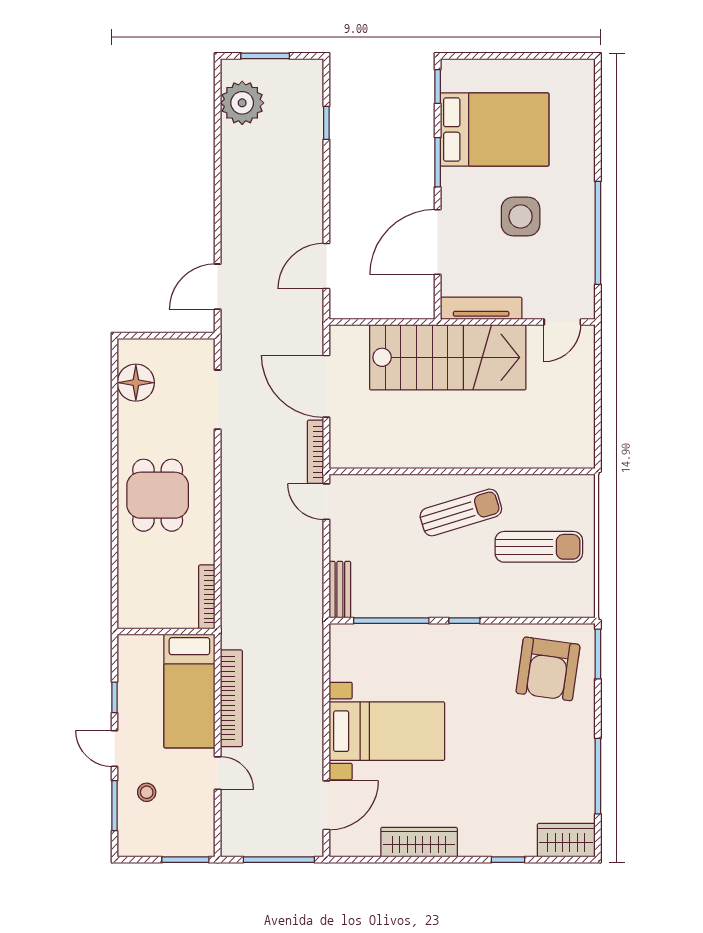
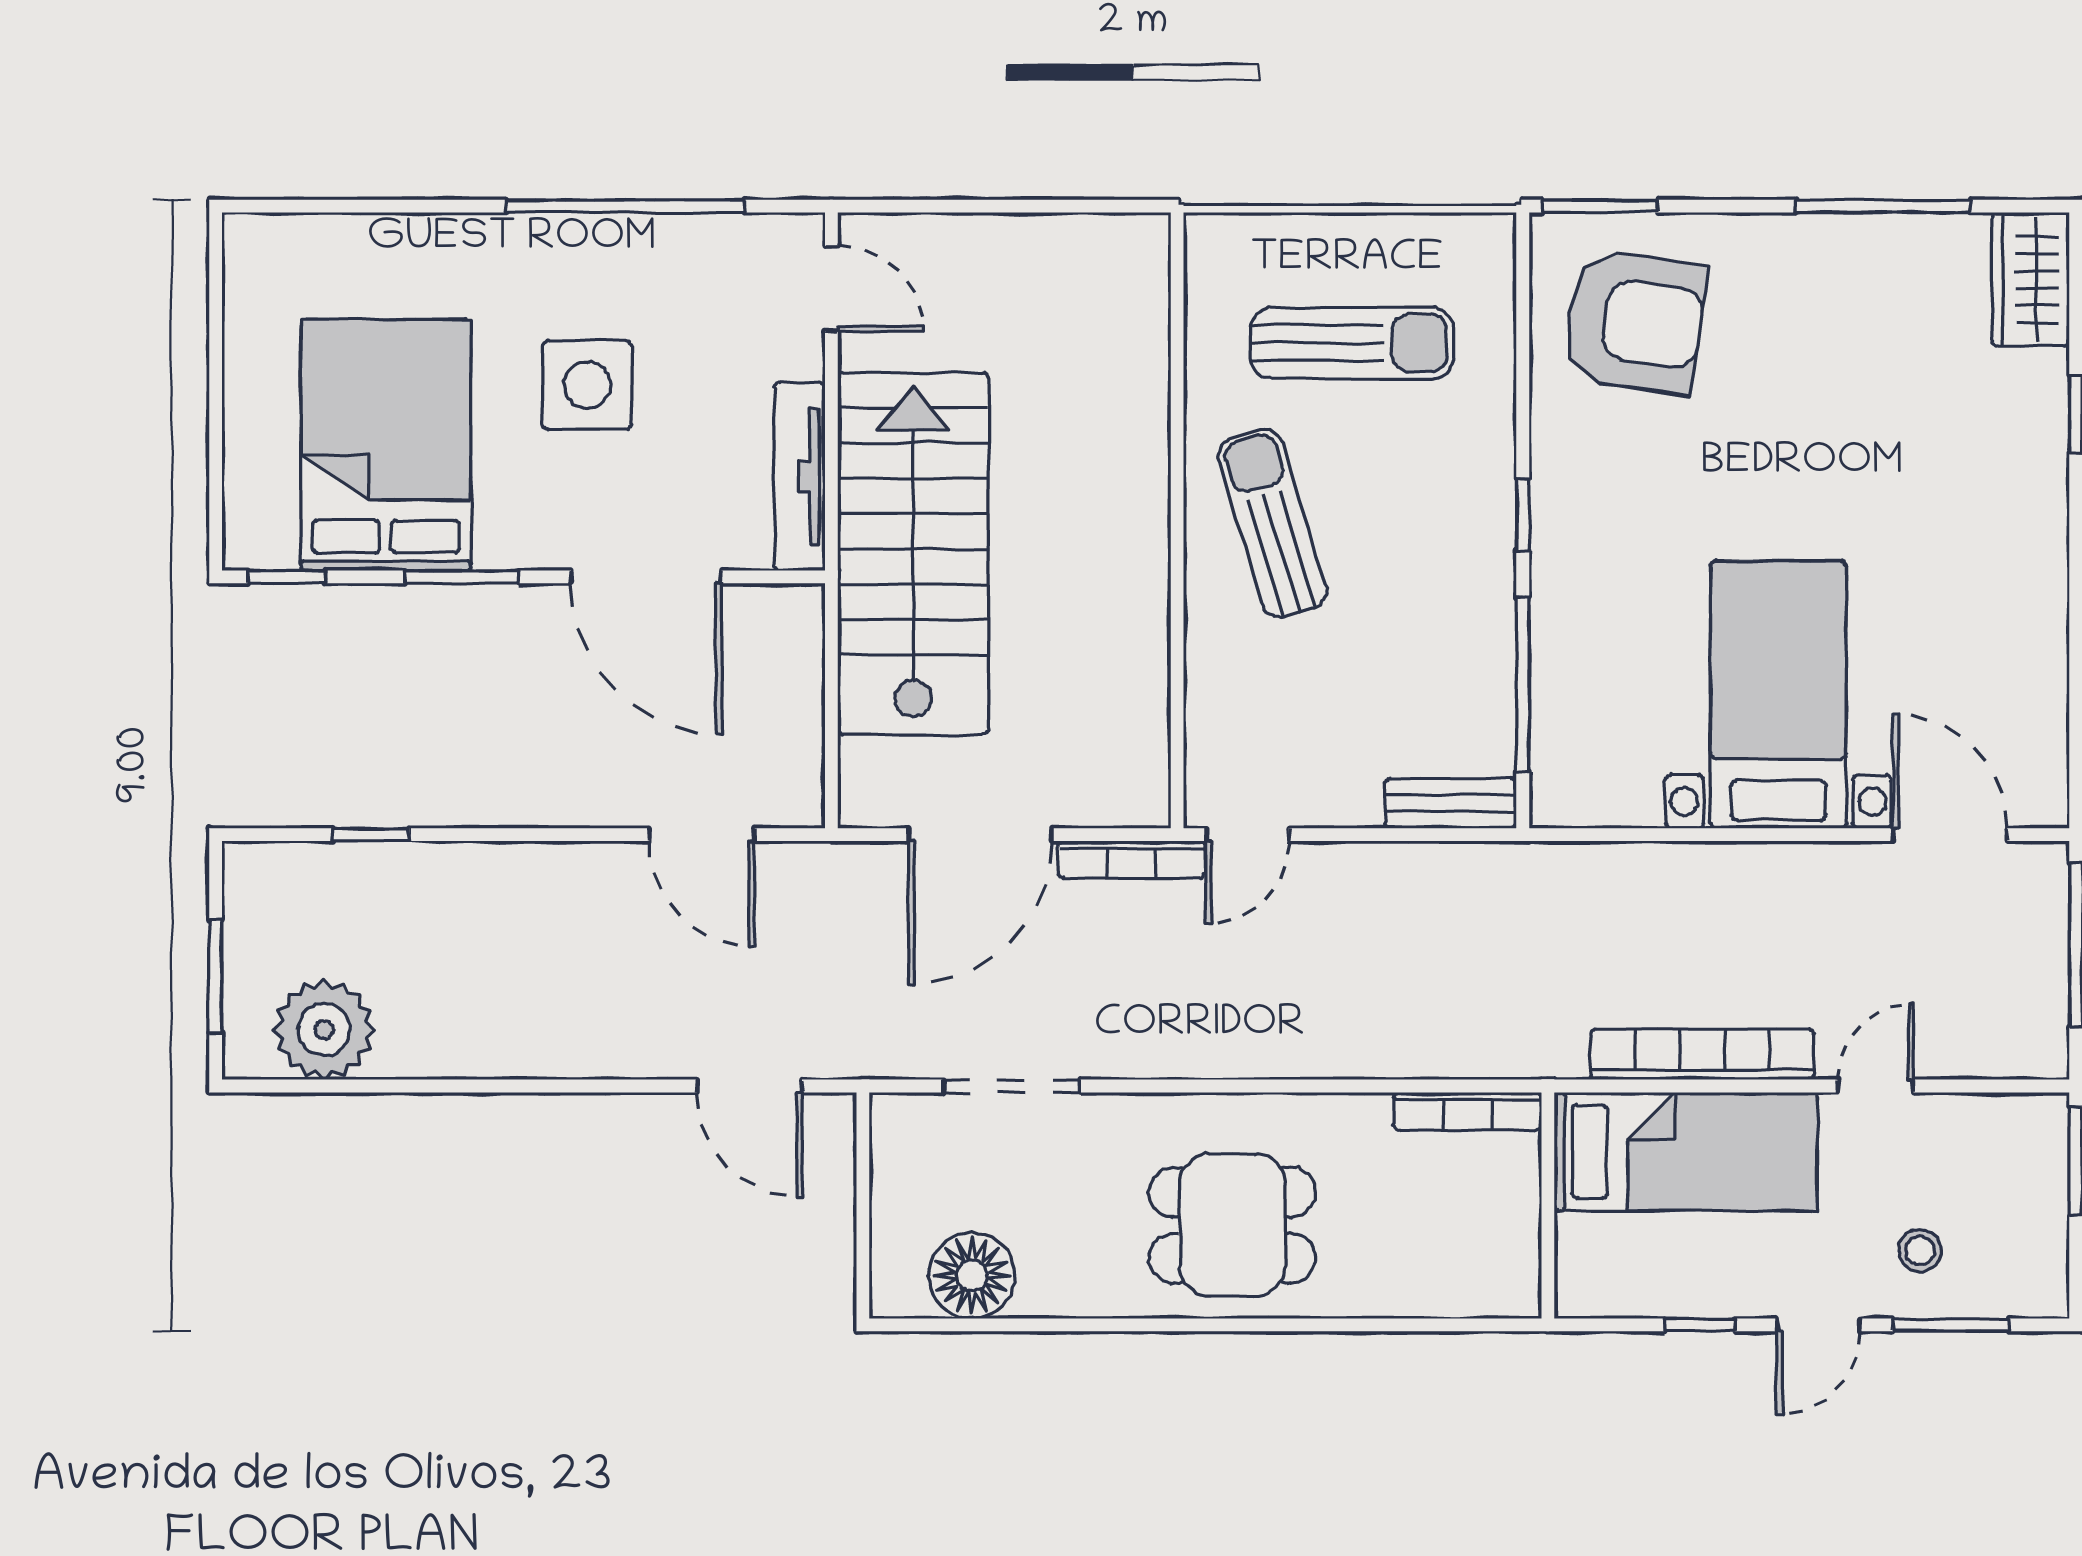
sun lounger: (539, 547) -> (1352, 343), turned 90
wardrobe: (419, 842) -> (2035, 620), removed

